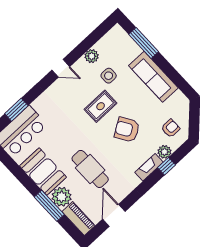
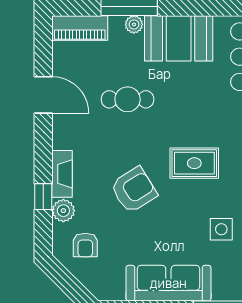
rug: (101, 106) -> (194, 163), moved, turned 90
cafe table: (90, 169) -> (128, 99), width x0.73, depth x0.74
plant: (62, 197) -> (134, 24), width x0.53, depth x0.53
door: (114, 215) -> (43, 95), moved

